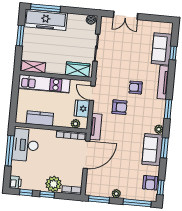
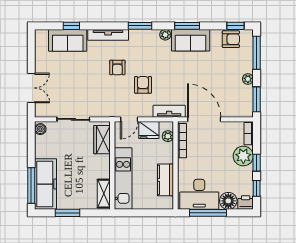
floor lamp: (18, 168) -> (228, 201), added

